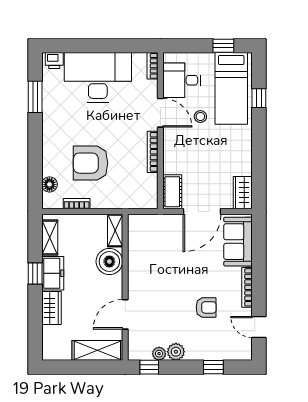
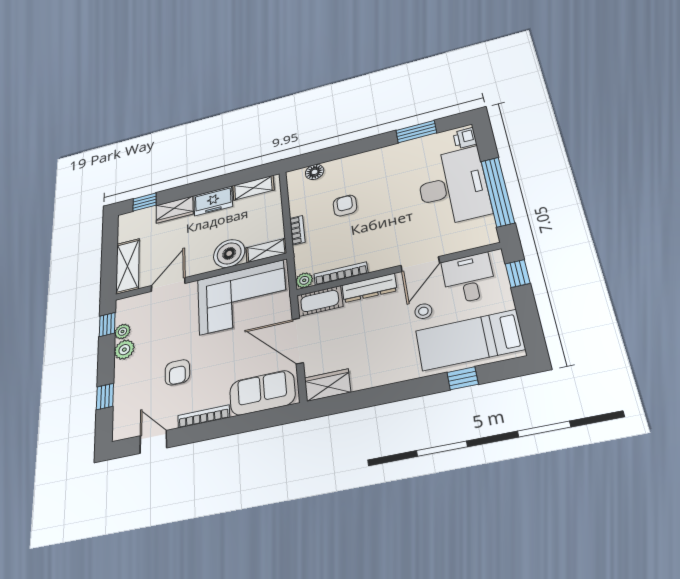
window: (113, 46) -> (498, 192), added
window: (223, 46) -> (518, 273), moved
bookcase: (153, 66) -> (481, 241), removed
bookcase: (153, 152) -> (341, 274), moved
dresser: (171, 153) -> (369, 288), added
armchair: (91, 163) -> (345, 206), width x0.53, depth x0.53
plant: (151, 202) -> (304, 280), added
bookcase: (77, 204) -> (297, 230), moved
corner sofa: (153, 253) -> (242, 297), added
window: (35, 273) -> (145, 202), moved
door: (125, 314) -> (168, 285), hinge flipped
door: (259, 327) -> (153, 442), hinge flipped

